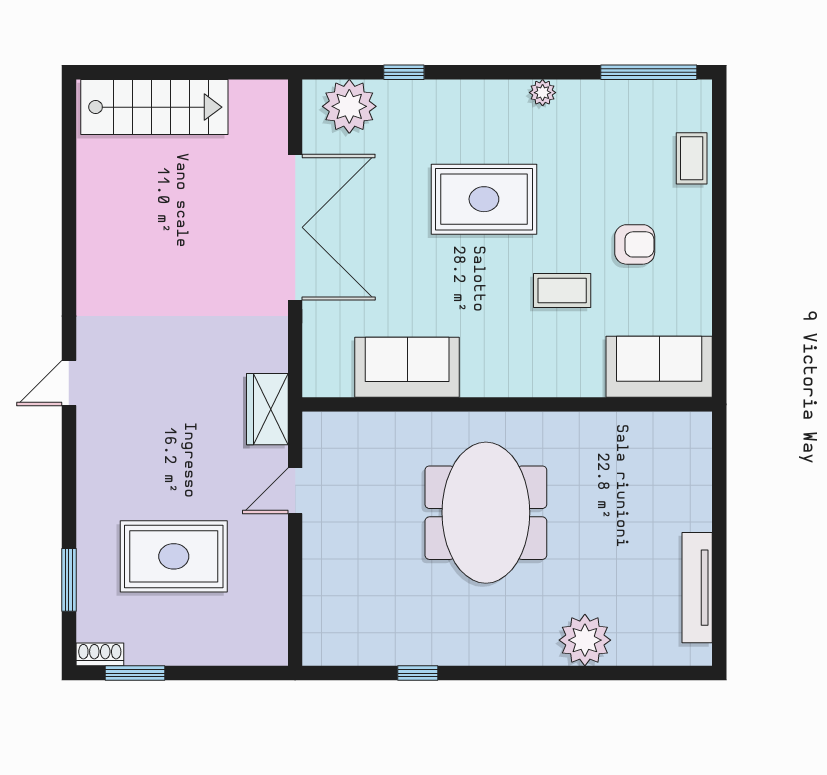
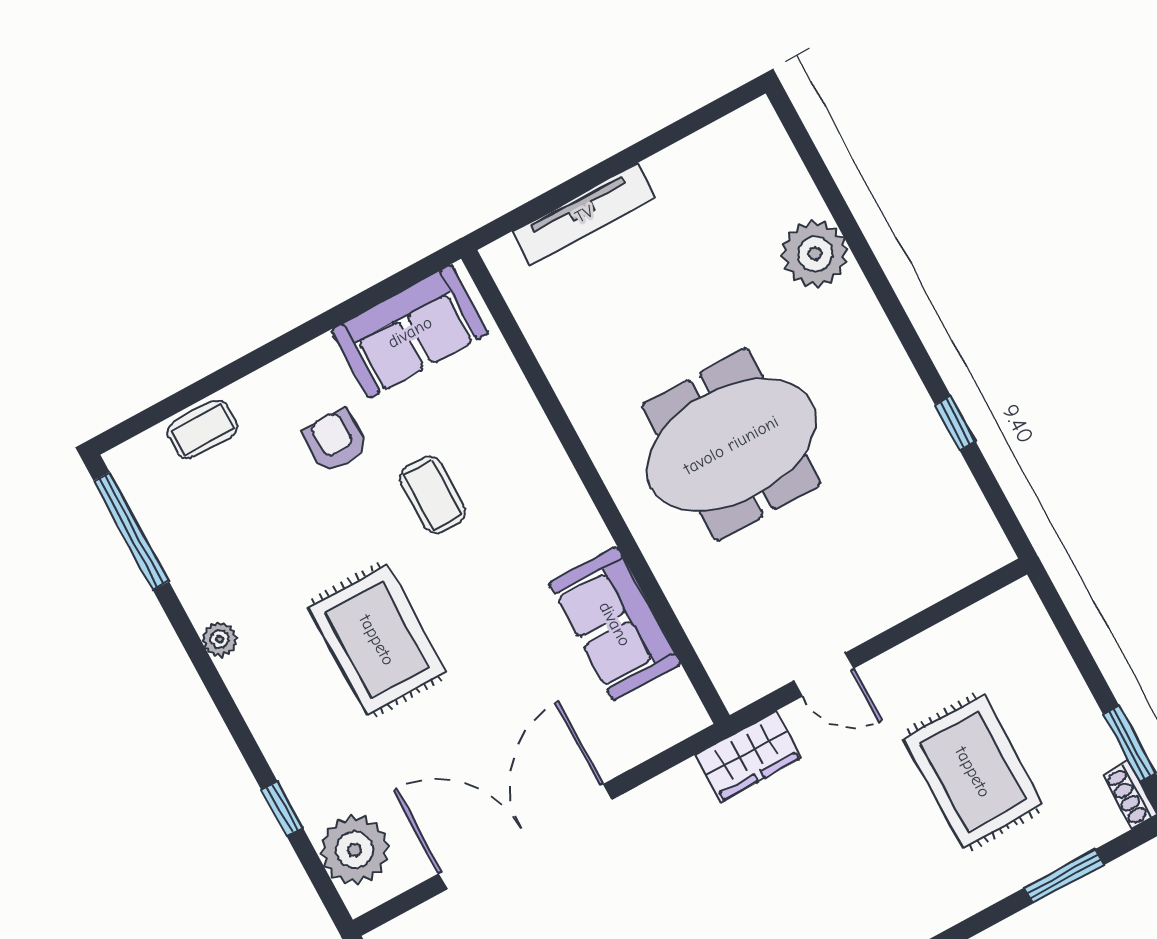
sofa: (659, 367) -> (410, 332), moved, turned -90
tv unit: (697, 588) -> (584, 214), moved

